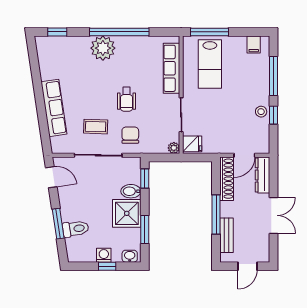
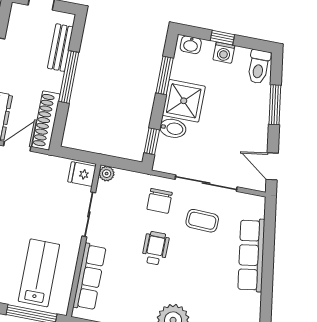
toilet: (76, 229) -> (259, 67), moved, turned -82

